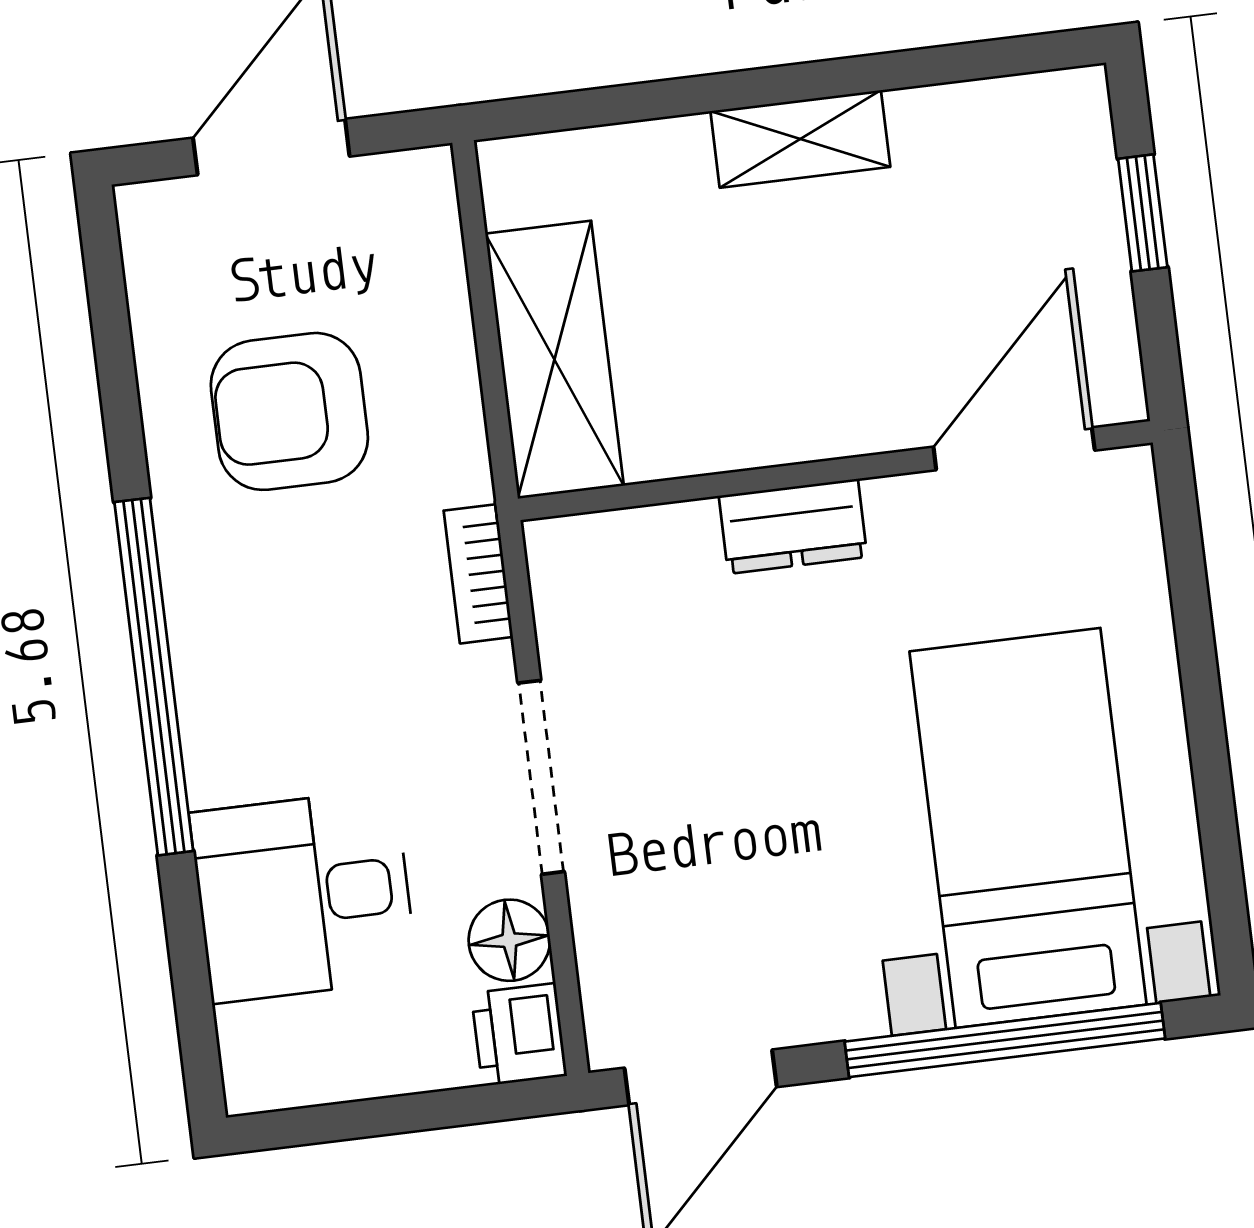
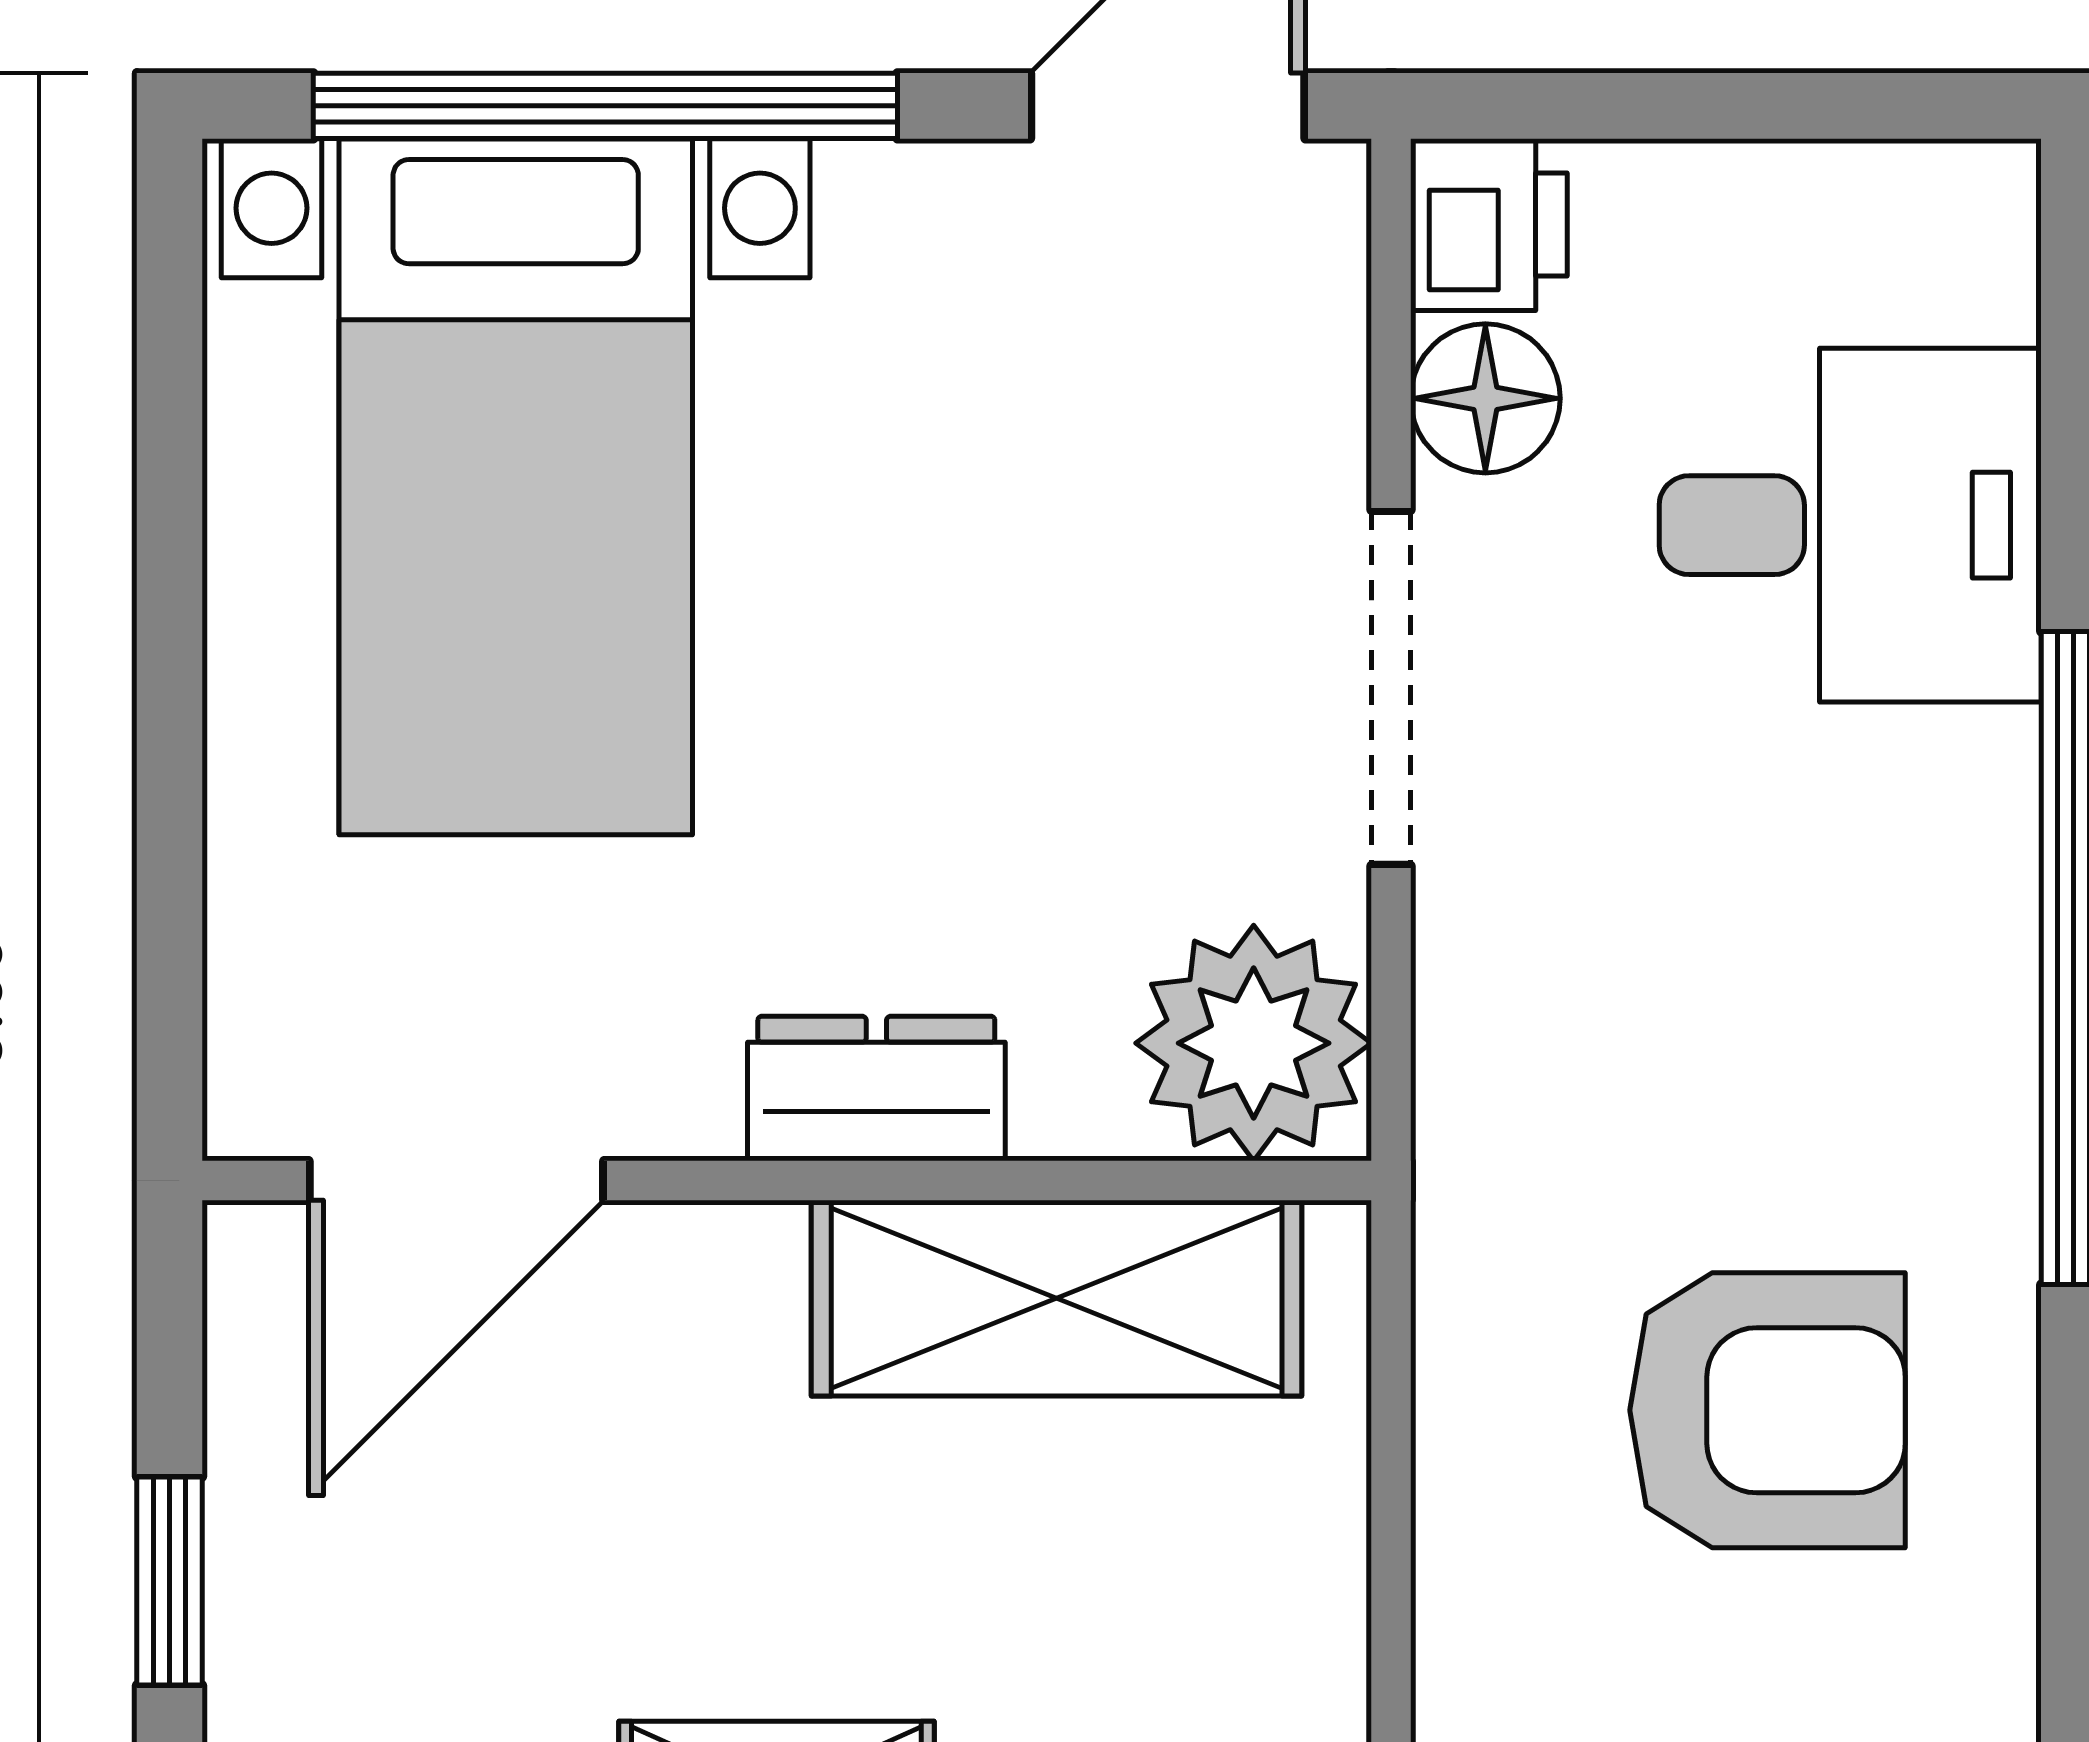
shelving: (554, 360) -> (1057, 1298), moved, turned 90
bookcase: (478, 574) -> (1460, 1073), removed
plant: (592, 576) -> (1254, 1043), added

